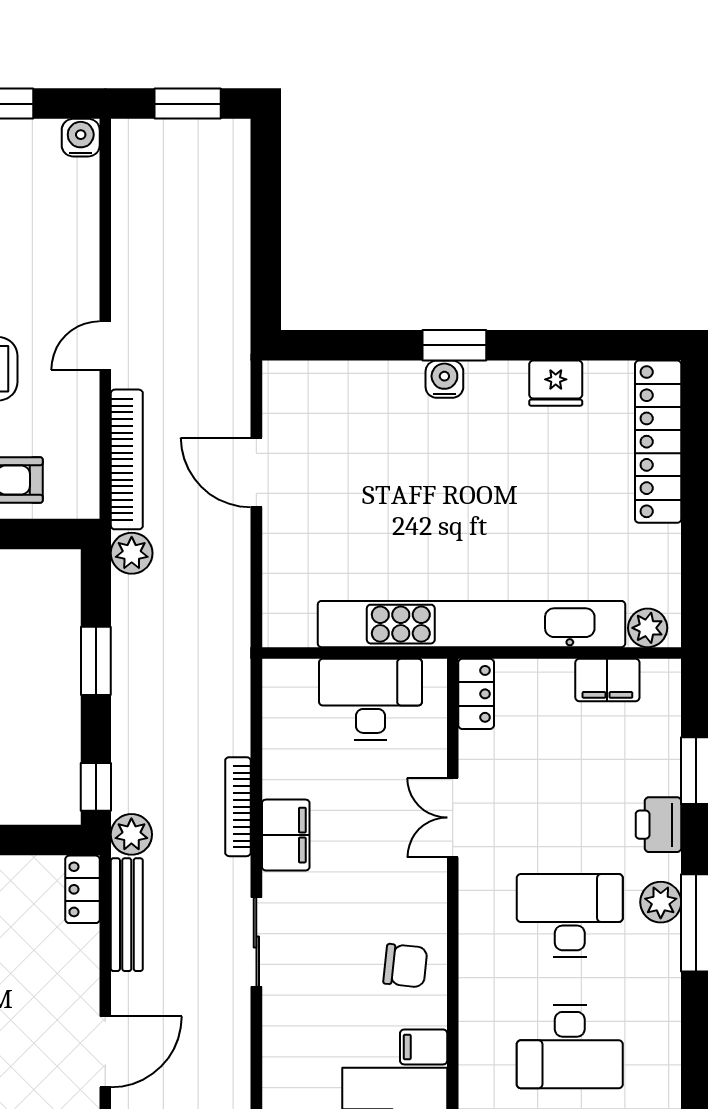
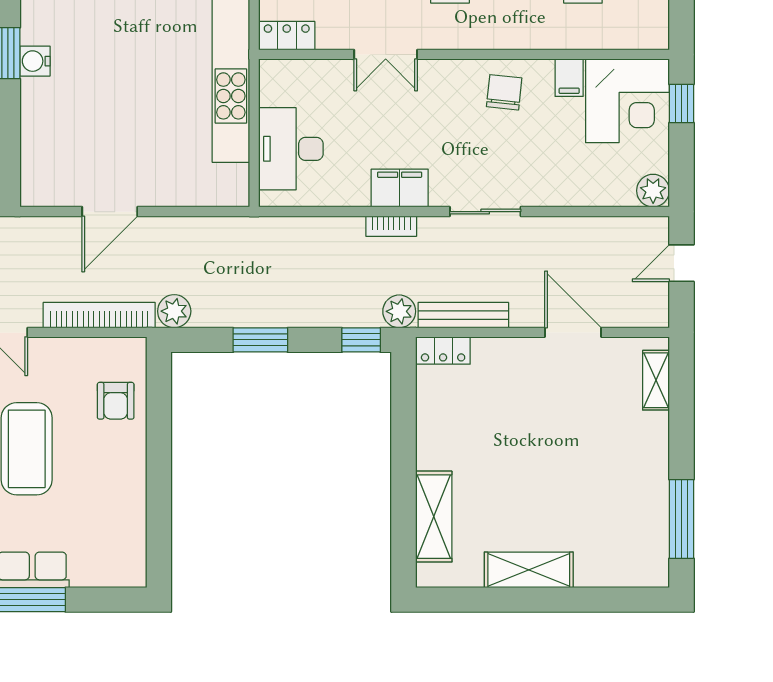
desk: (371, 699) -> (291, 149), moved
bookcase: (238, 807) -> (391, 226), width x0.64

